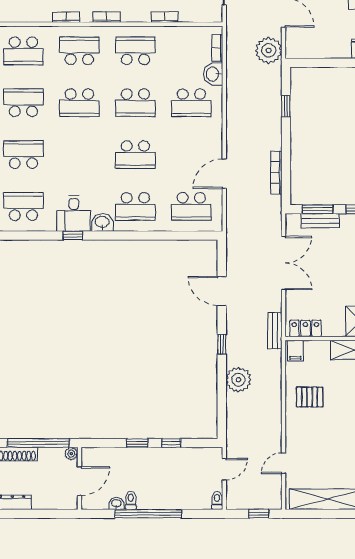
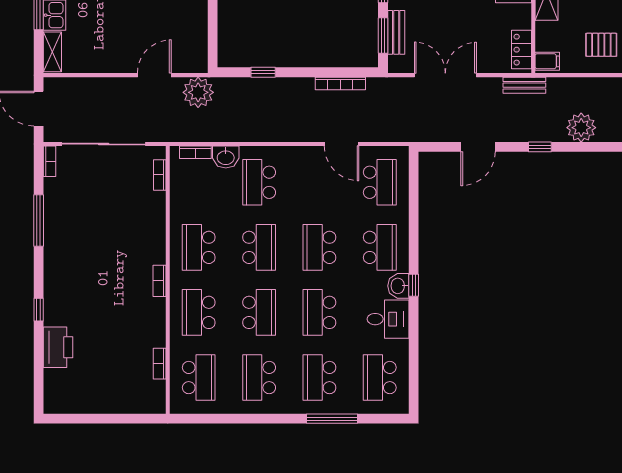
bookcase: (66, 17) -> (160, 364), moved
bookcase: (165, 17) -> (160, 175), moved
school desk: (191, 103) -> (259, 182), turned 180
school desk: (79, 155) -> (319, 312), added
school desk: (135, 155) -> (319, 247), turned 180
window: (73, 236) -> (414, 285), moved
pallet: (310, 397) -> (601, 45), turned 90

